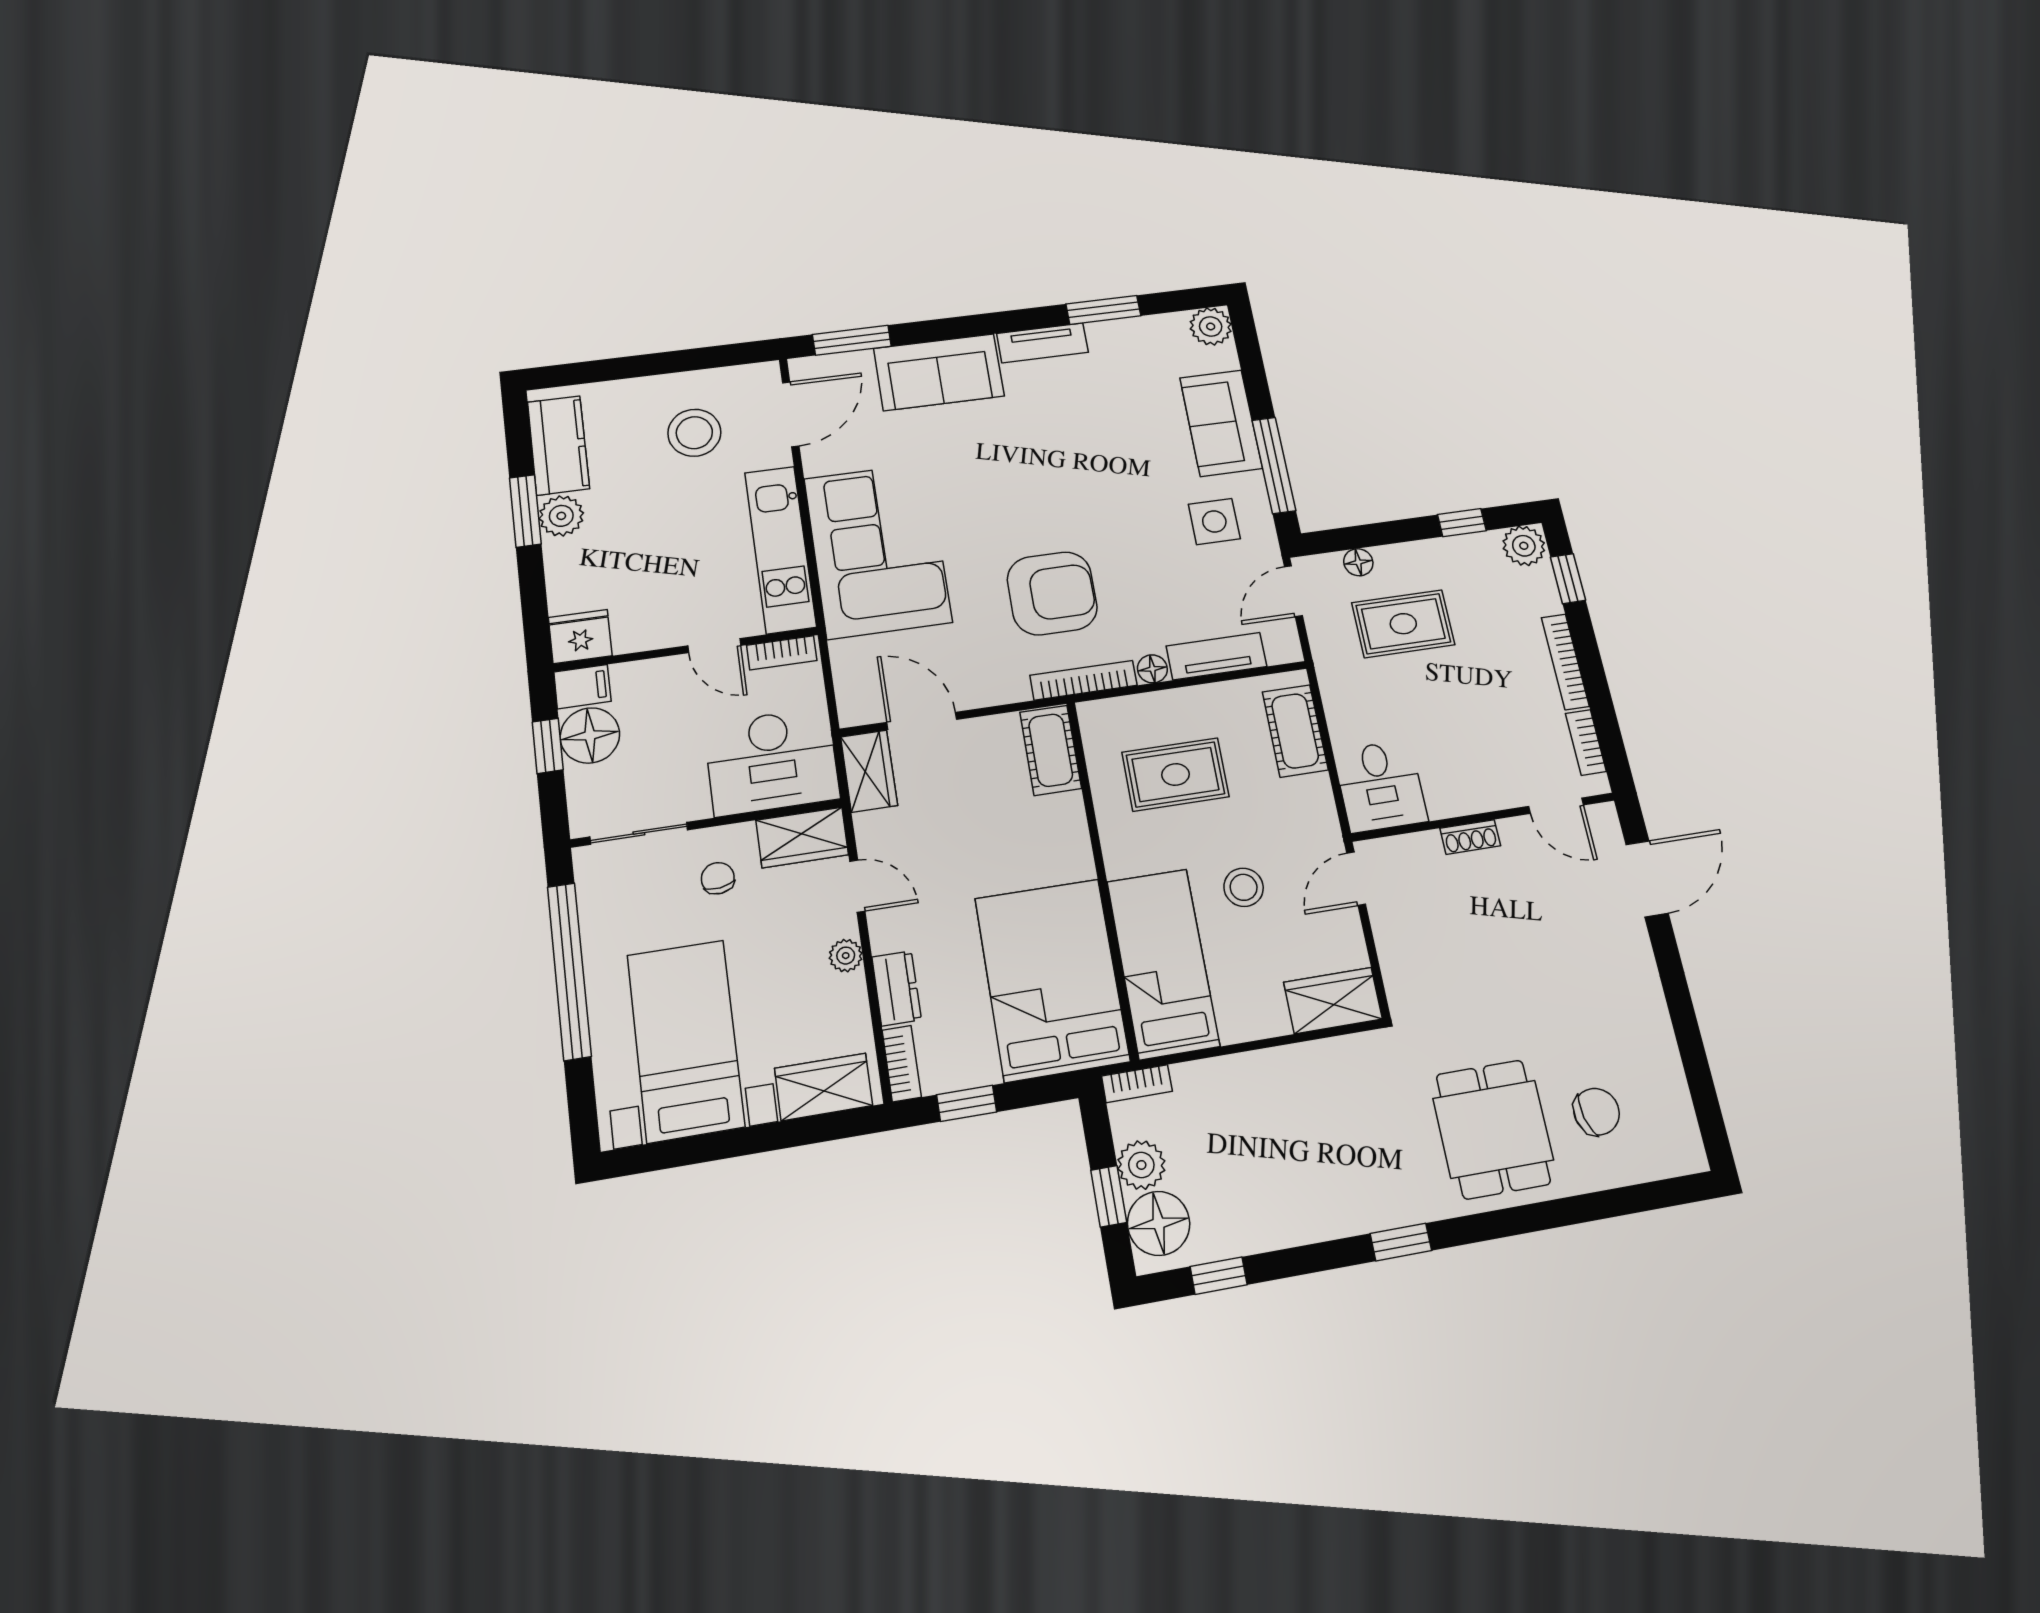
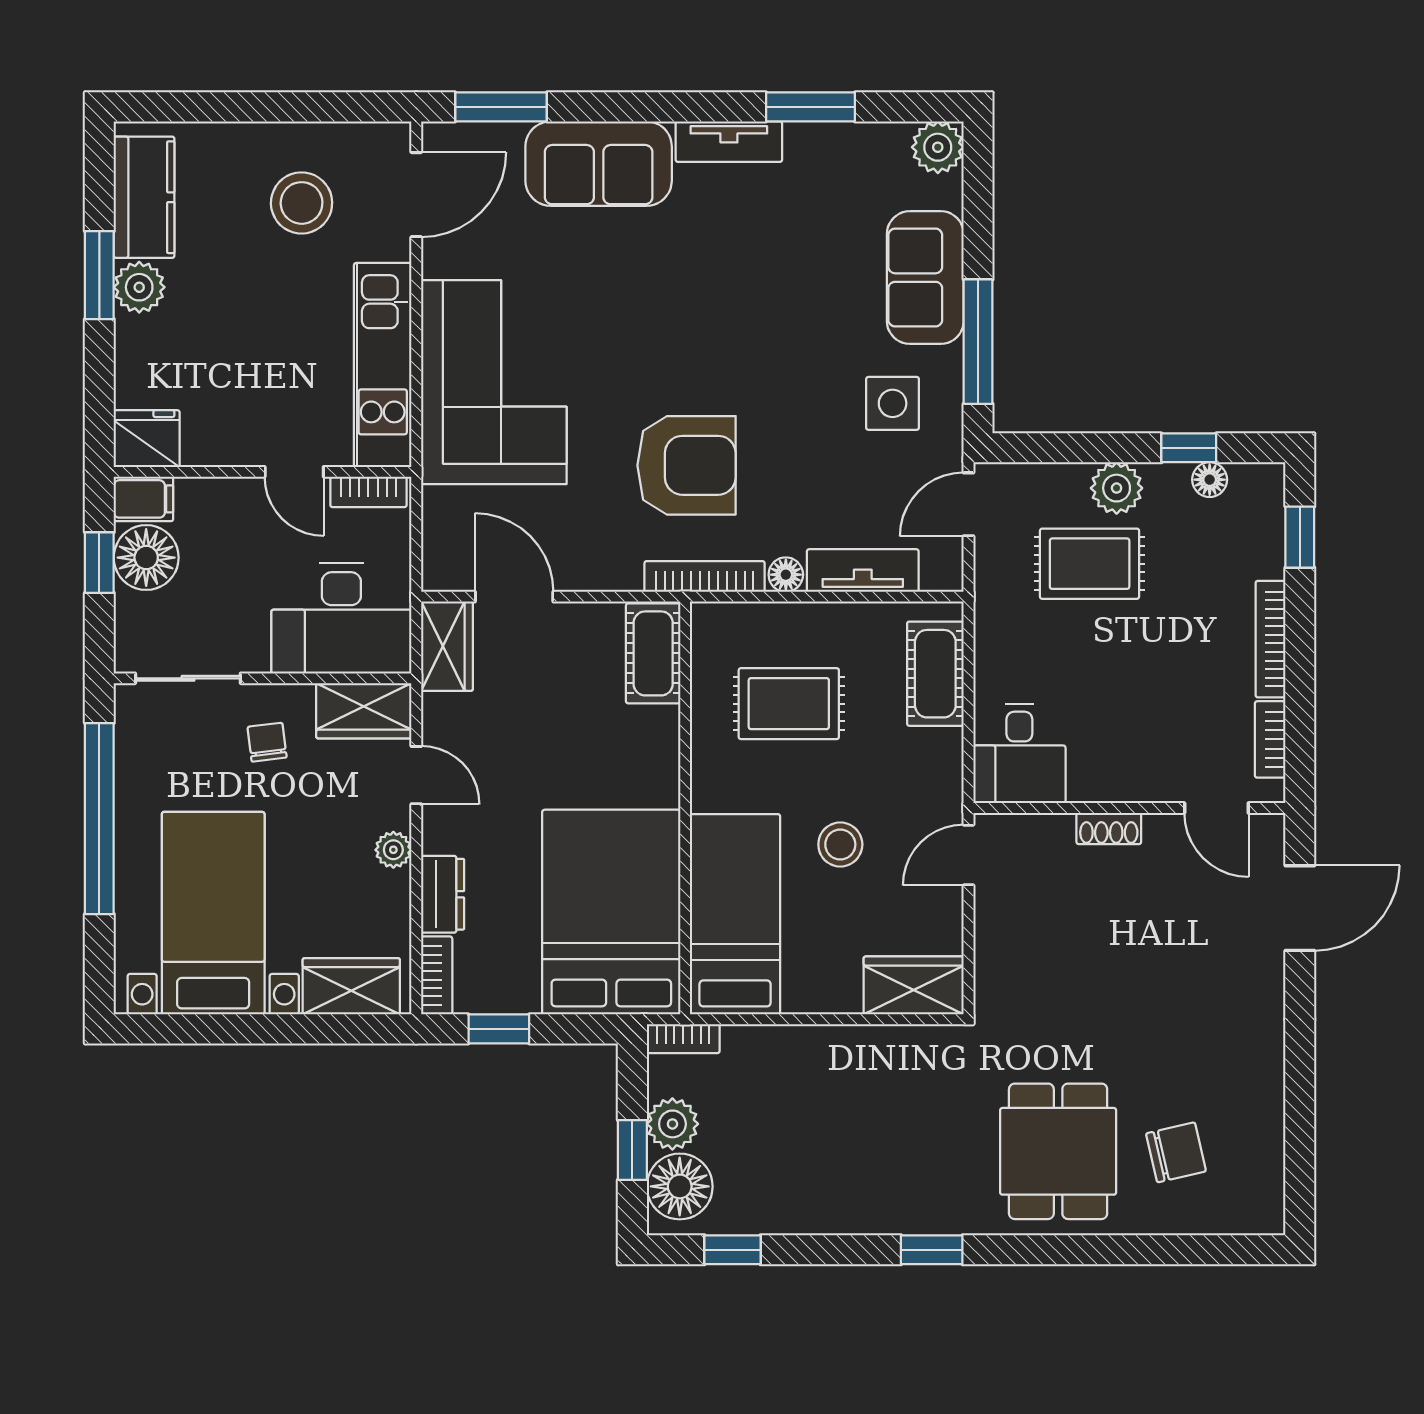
plant: (1524, 546) -> (1117, 488), moved
floor lamp: (1358, 562) -> (1210, 480), moved

